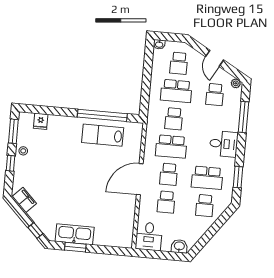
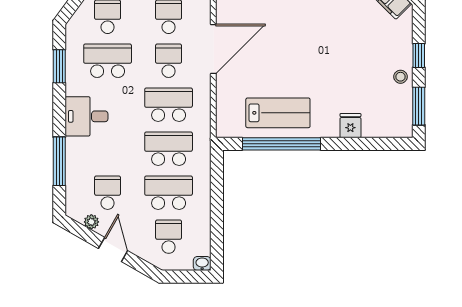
plant: (236, 83) -> (91, 222), moved
school desk: (174, 119) -> (169, 149), width x1.85
fridge: (41, 121) -> (350, 126), moved

